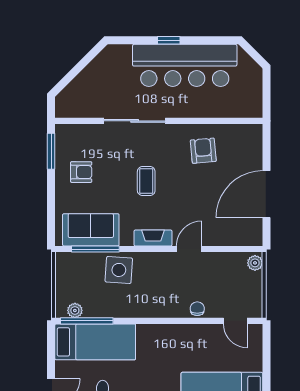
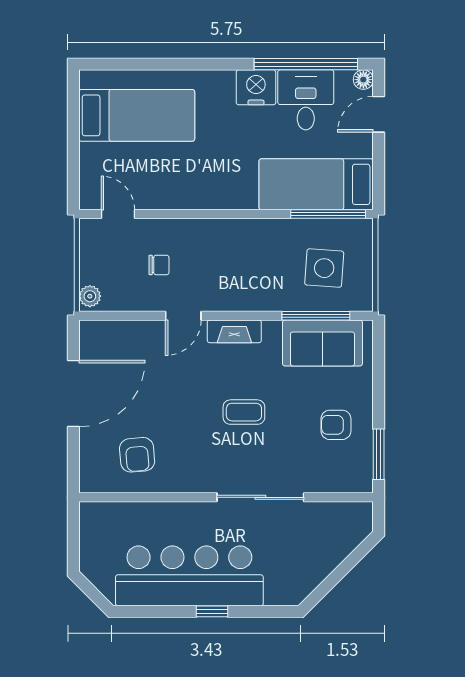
armchair: (203, 151) -> (137, 455), moved
coffee table: (146, 181) -> (244, 412), turned 90
side table: (119, 270) -> (324, 268), moved
chair: (197, 309) -> (159, 265), moved, turned -90
plant: (75, 310) -> (345, 229), removed

